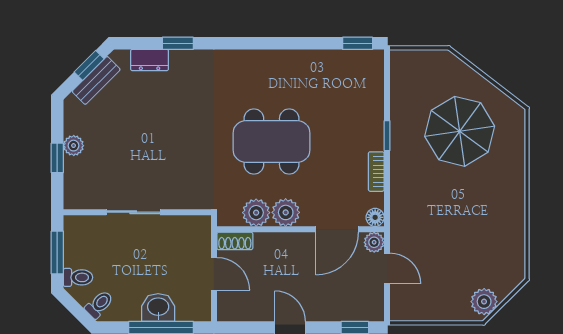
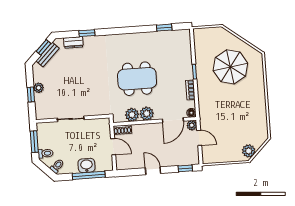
window: (358, 43) -> (164, 28), moved

